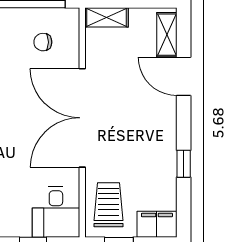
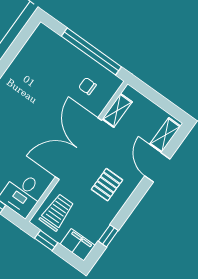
shelving: (106, 17) -> (117, 111), moved, turned 90
pallet: (142, 135) -> (107, 185), added
window: (184, 164) -> (108, 236), moved

